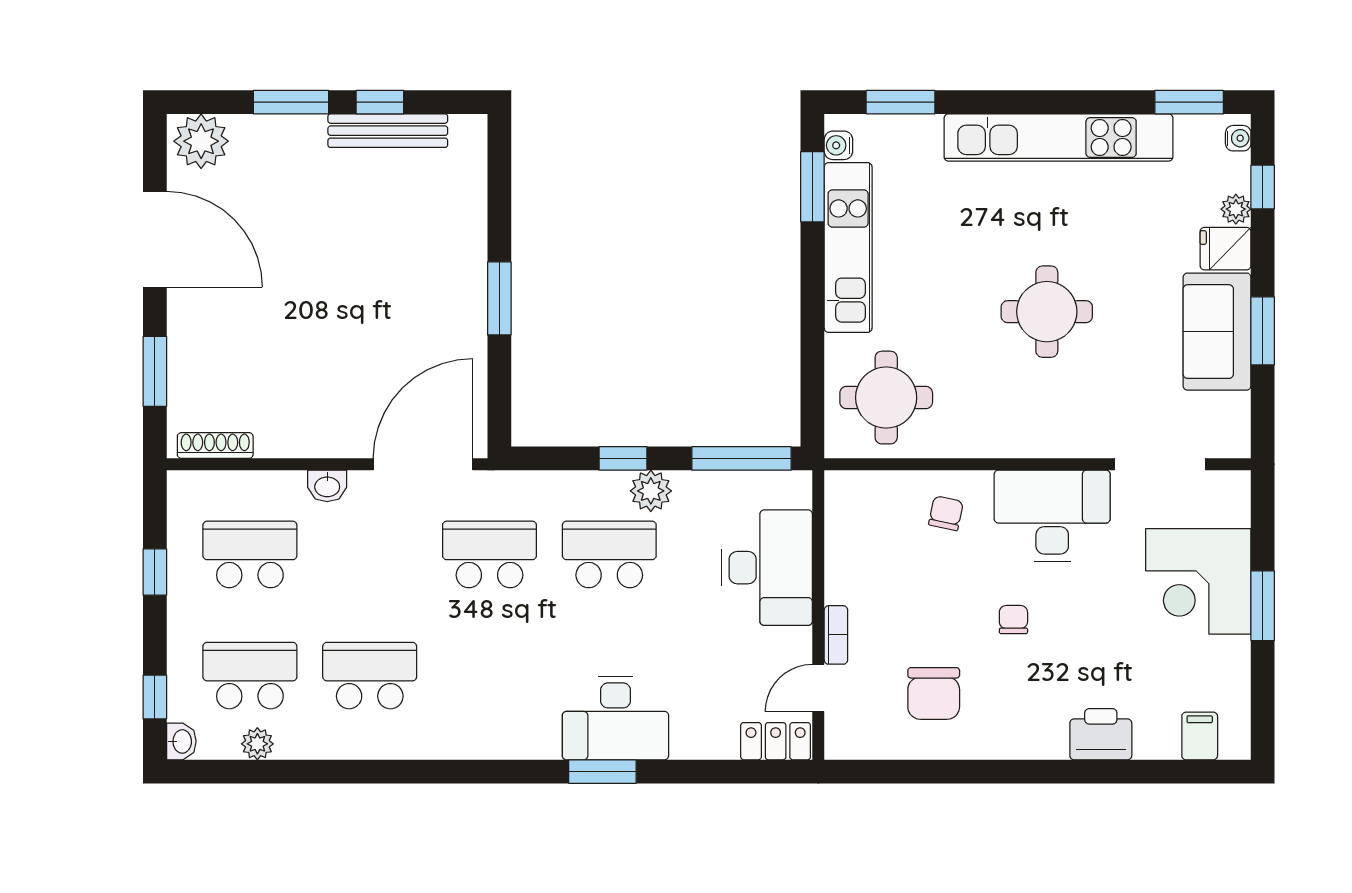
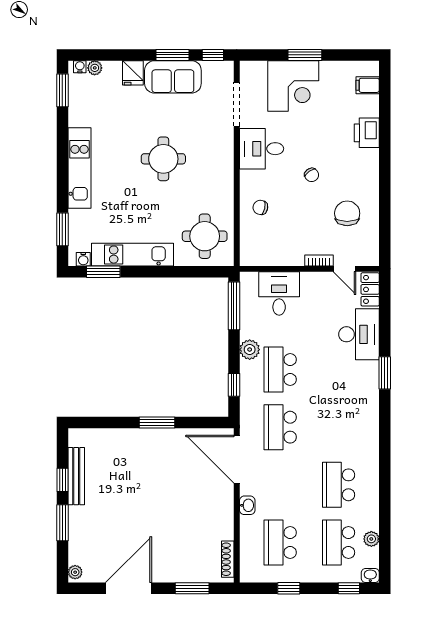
kitchen unit: (1058, 138) -> (80, 168), width x0.73
plant: (201, 141) -> (75, 572), width x0.53, depth x0.53
window: (1263, 187) -> (213, 55), moved
plant: (1236, 209) -> (95, 68), moved
window: (623, 458) -> (234, 385), moved
desk: (1052, 516) -> (262, 149), width x0.73
desk: (767, 568) -> (279, 294), width x0.73
chair: (1013, 620) -> (312, 175), turned -126
chair: (934, 694) -> (347, 213), turned -90
desk: (615, 718) -> (359, 334), moved

